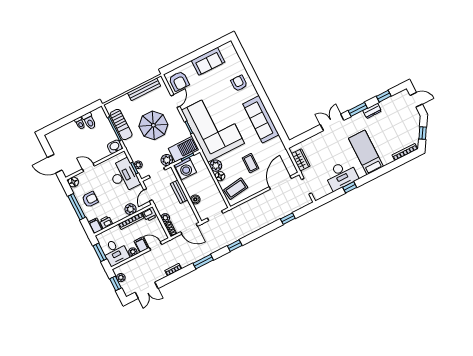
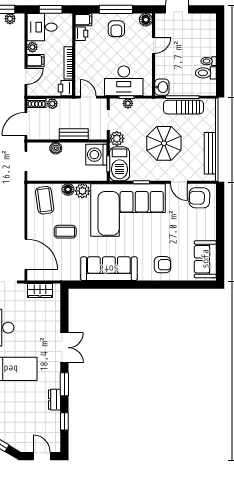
sofa: (208, 61) -> (205, 259), moved
door: (416, 100) -> (42, 456), swing flipped
plant: (130, 209) -> (82, 69), removed

